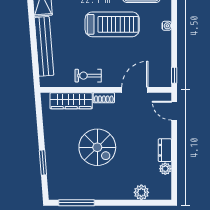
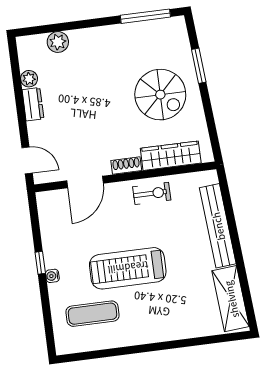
window: (174, 75) -> (40, 263), moved
spiral stairs: (97, 147) -> (160, 95), moved, turned 180

